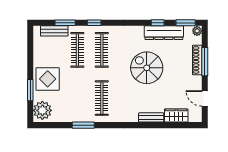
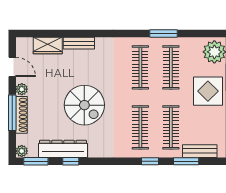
plant: (197, 81) -> (22, 89), added
clothes rail: (77, 98) -> (171, 67), added

